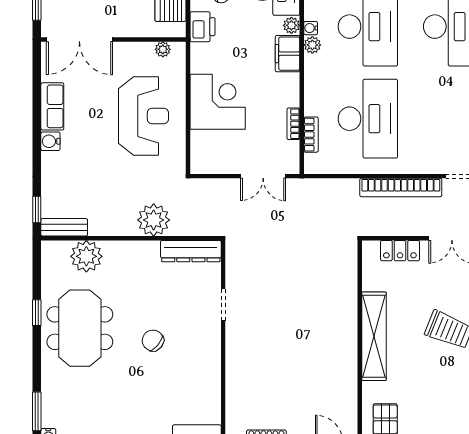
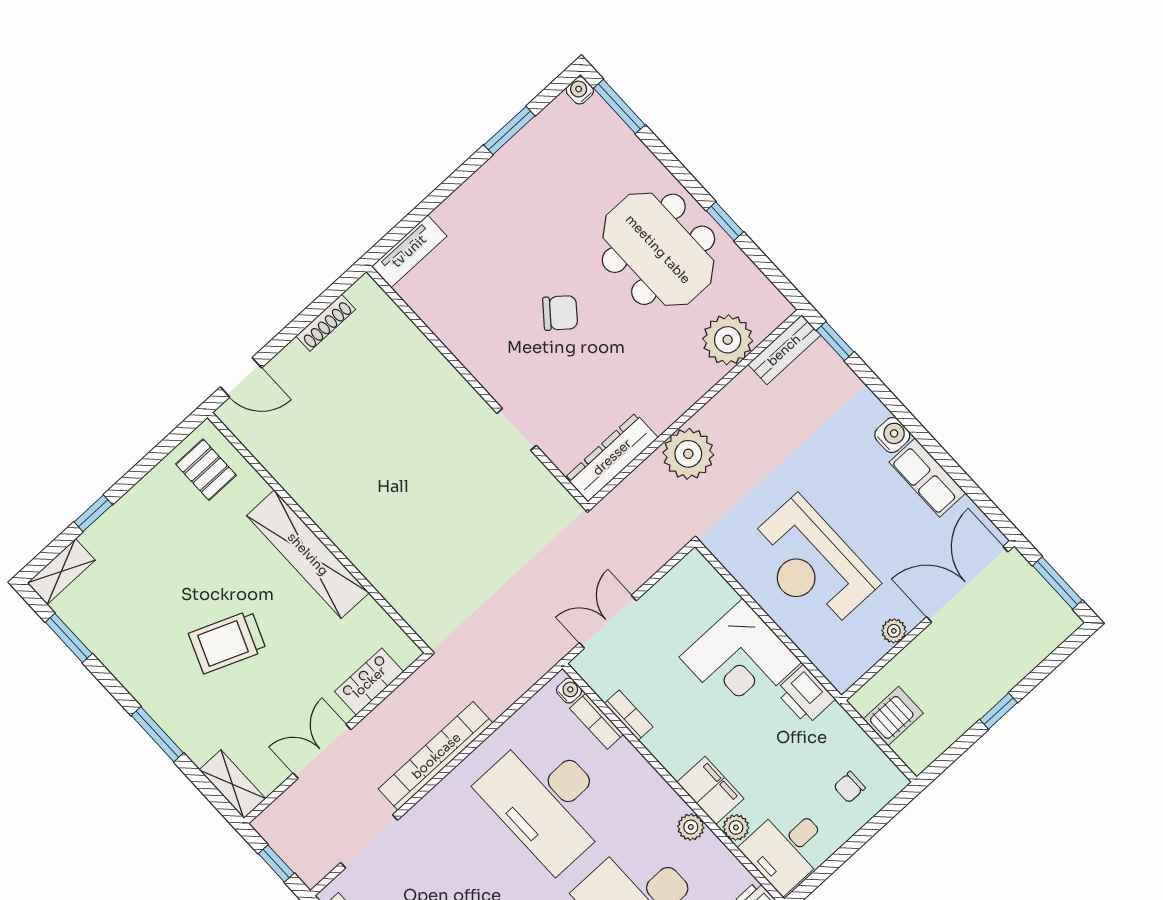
printer: (202, 27) -> (805, 695), moved
water cooler: (311, 28) -> (569, 691), moved
plant: (163, 49) -> (894, 631), moved

